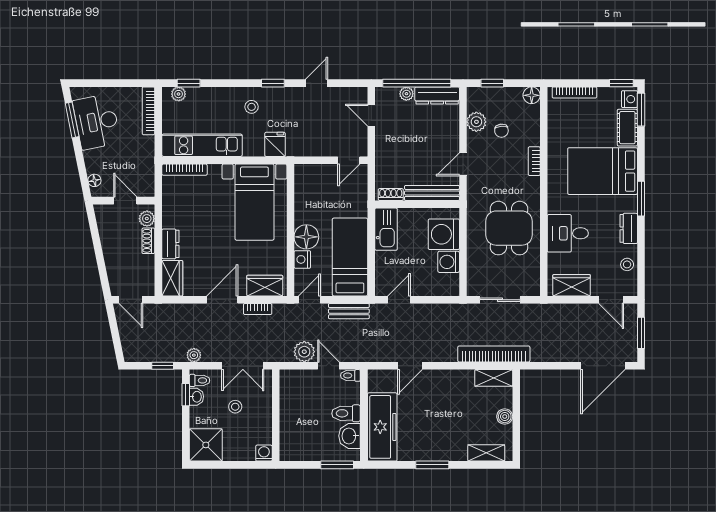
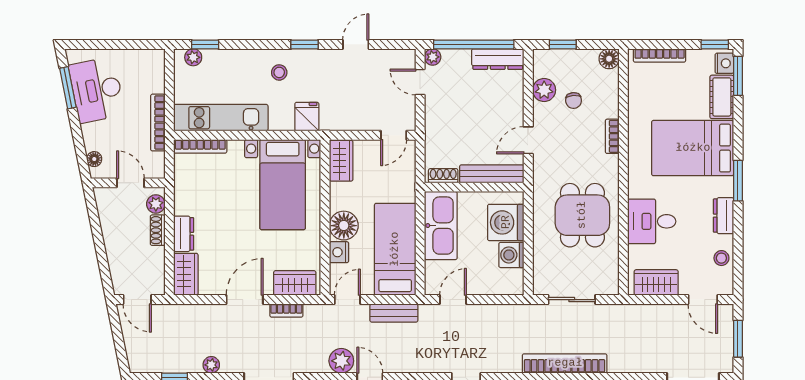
plant: (406, 94) -> (433, 57), moved
bookcase: (148, 111) -> (158, 123), moved
wardrobe: (304, 182) -> (341, 161), added
kitchen sink: (386, 229) -> (441, 226), width x1.36, depth x1.24

